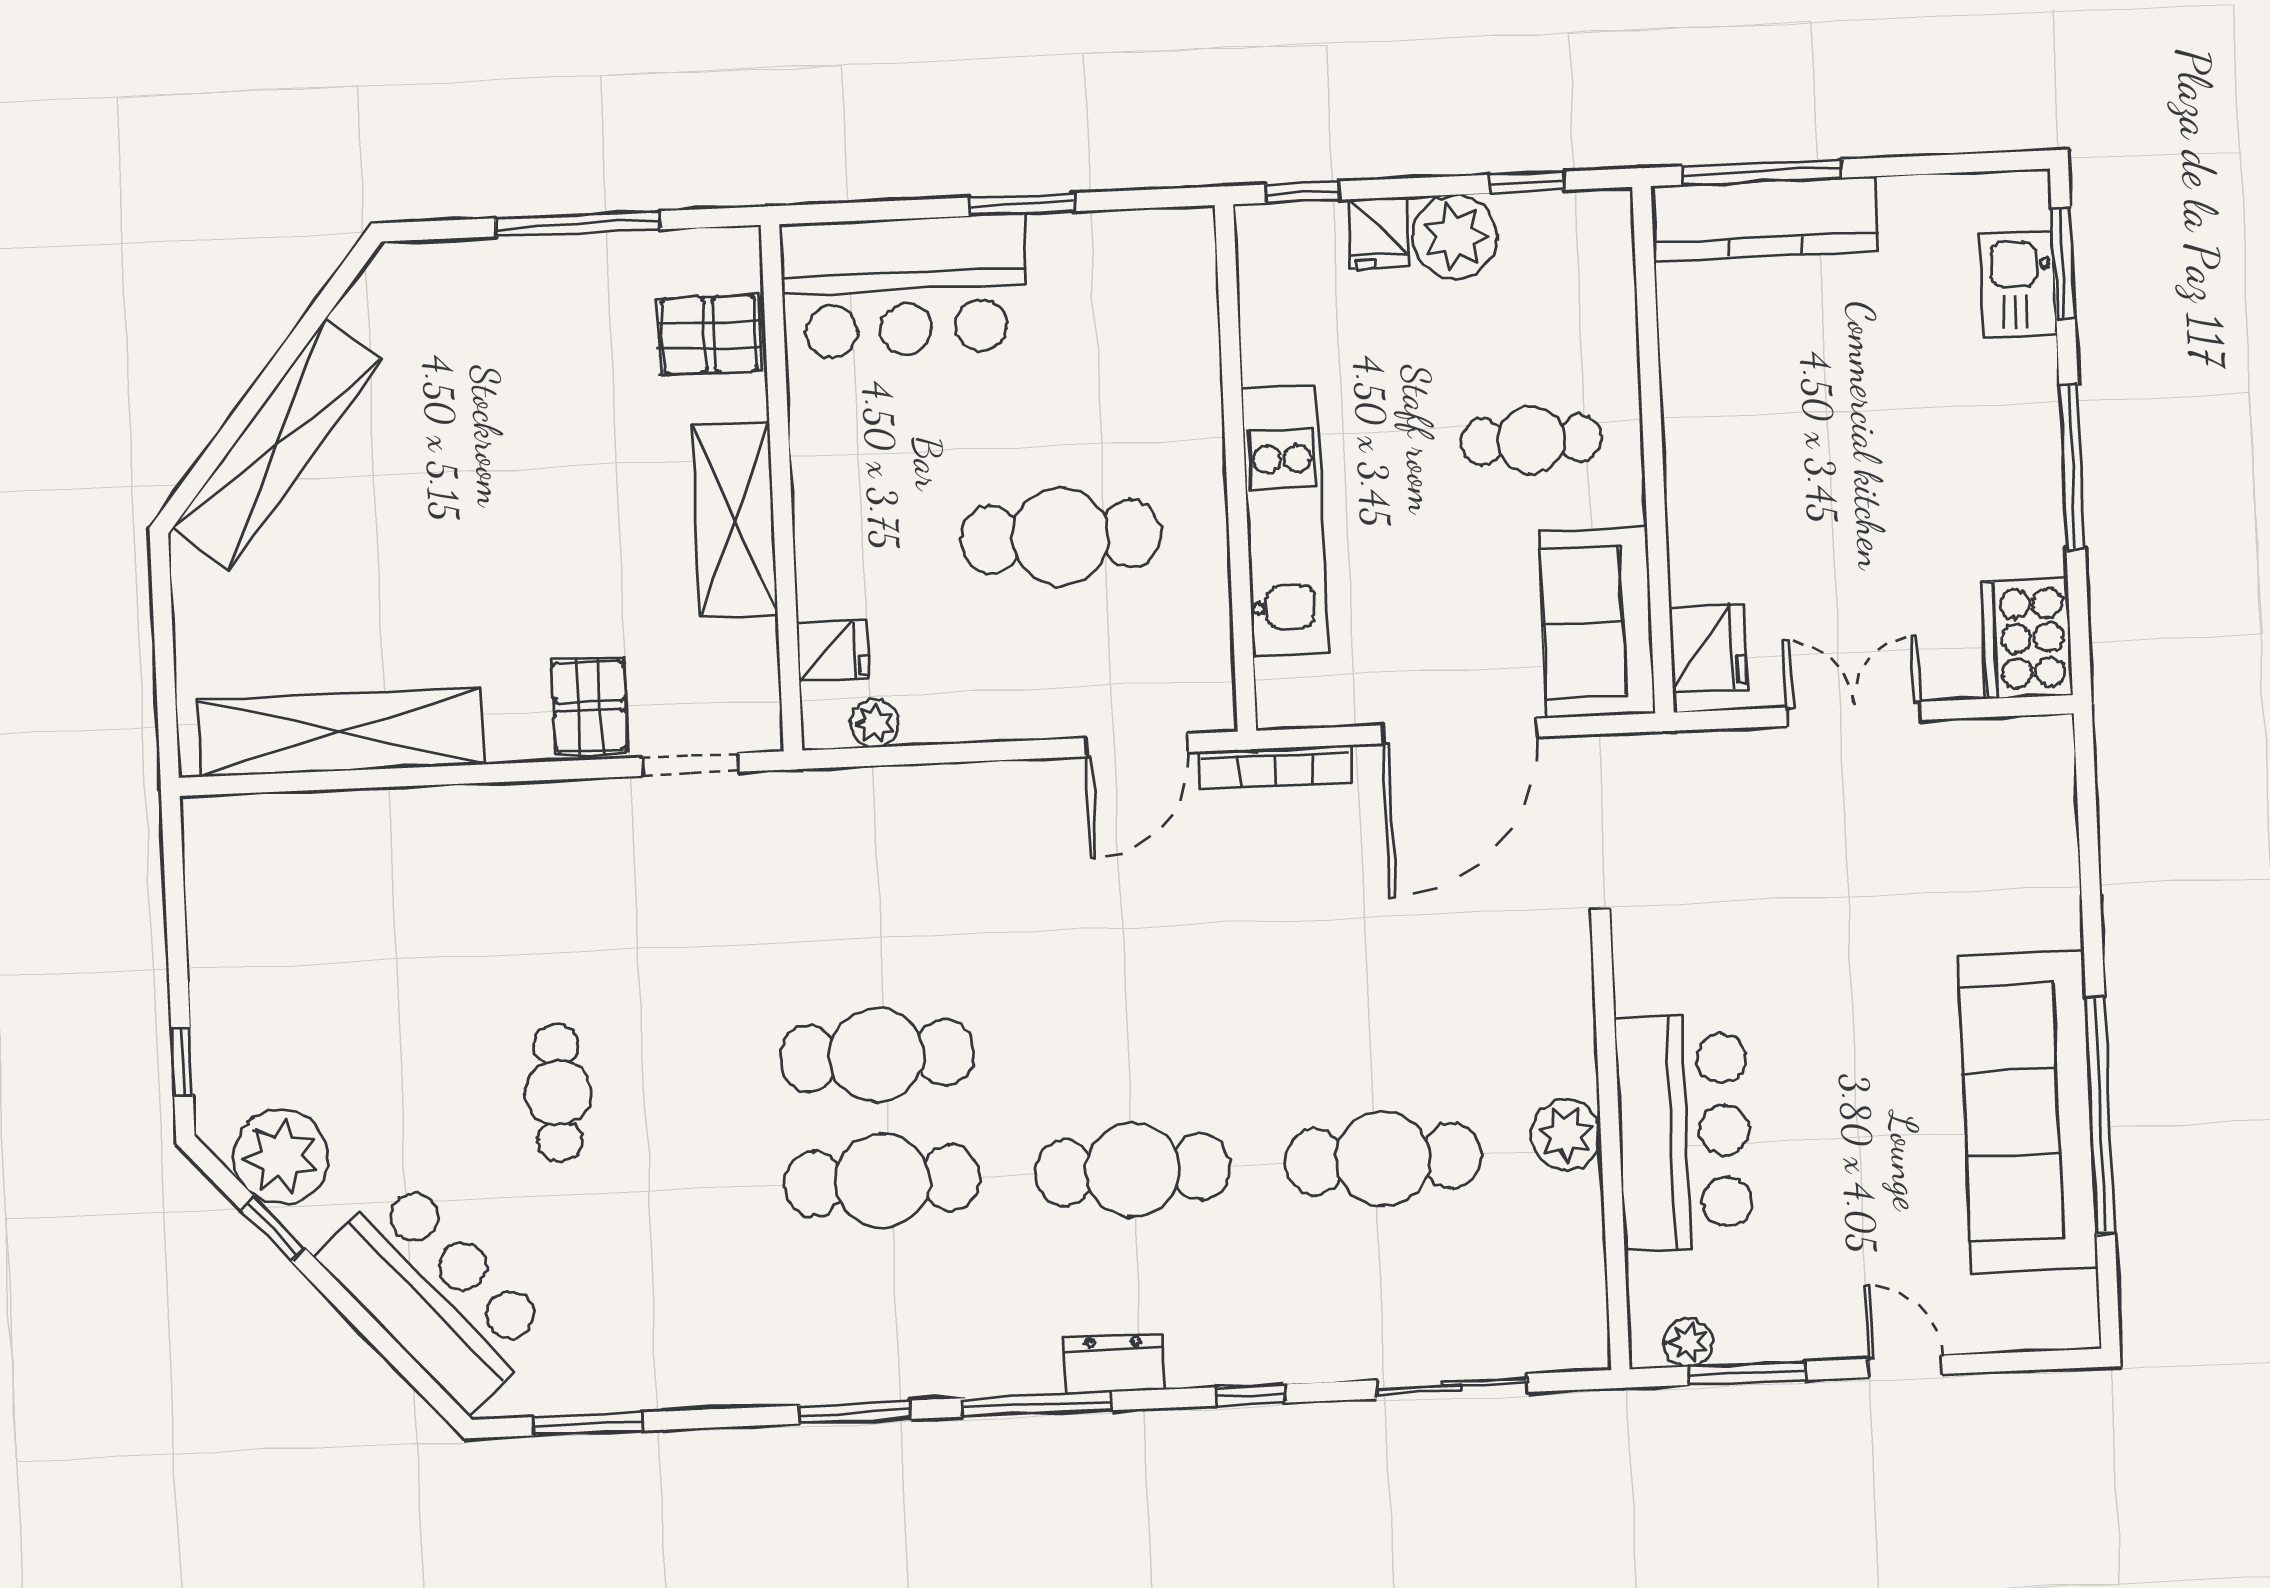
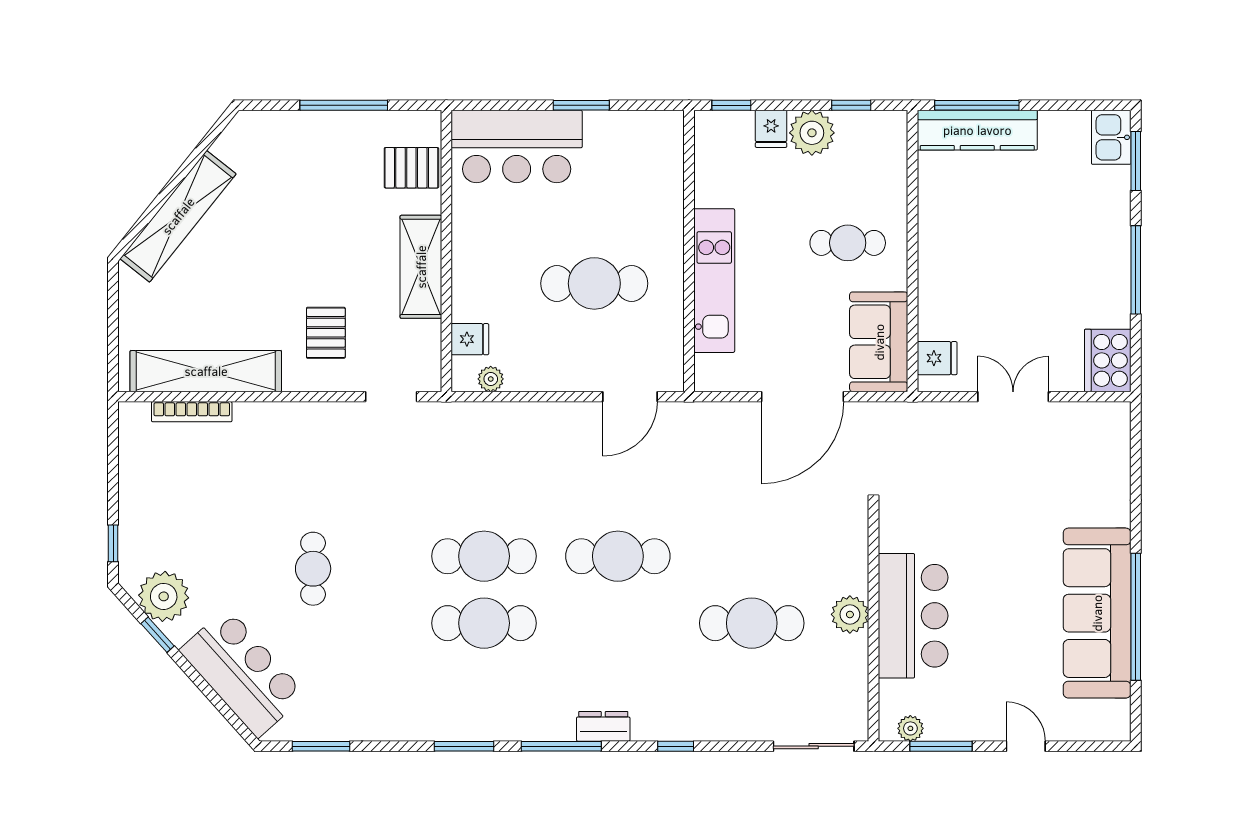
kitchen sink: (2018, 285) -> (1111, 137), moved
fridge: (1708, 648) -> (937, 358), width x0.72
pallet: (589, 706) -> (326, 333), moved
bookcase: (1275, 767) -> (192, 412), moved
cafe table: (1133, 1170) -> (618, 556), moved
sliding door: (1452, 1386) -> (814, 746), moved

